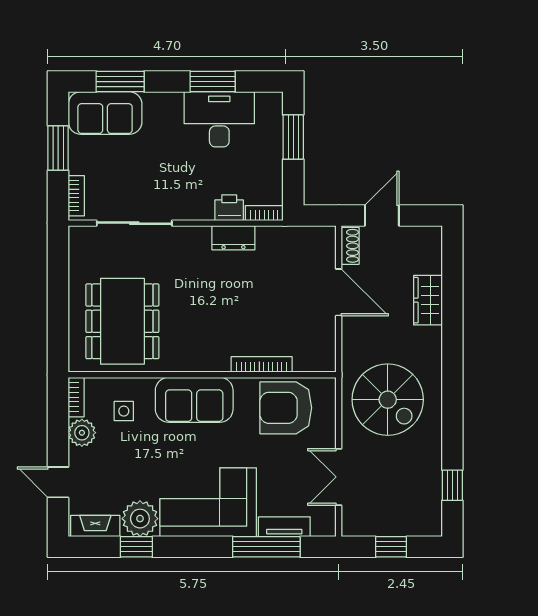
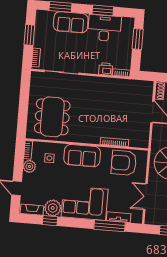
sofa: (105, 113) -> (71, 22), moved
dresser: (233, 238) -> (106, 83), removed

